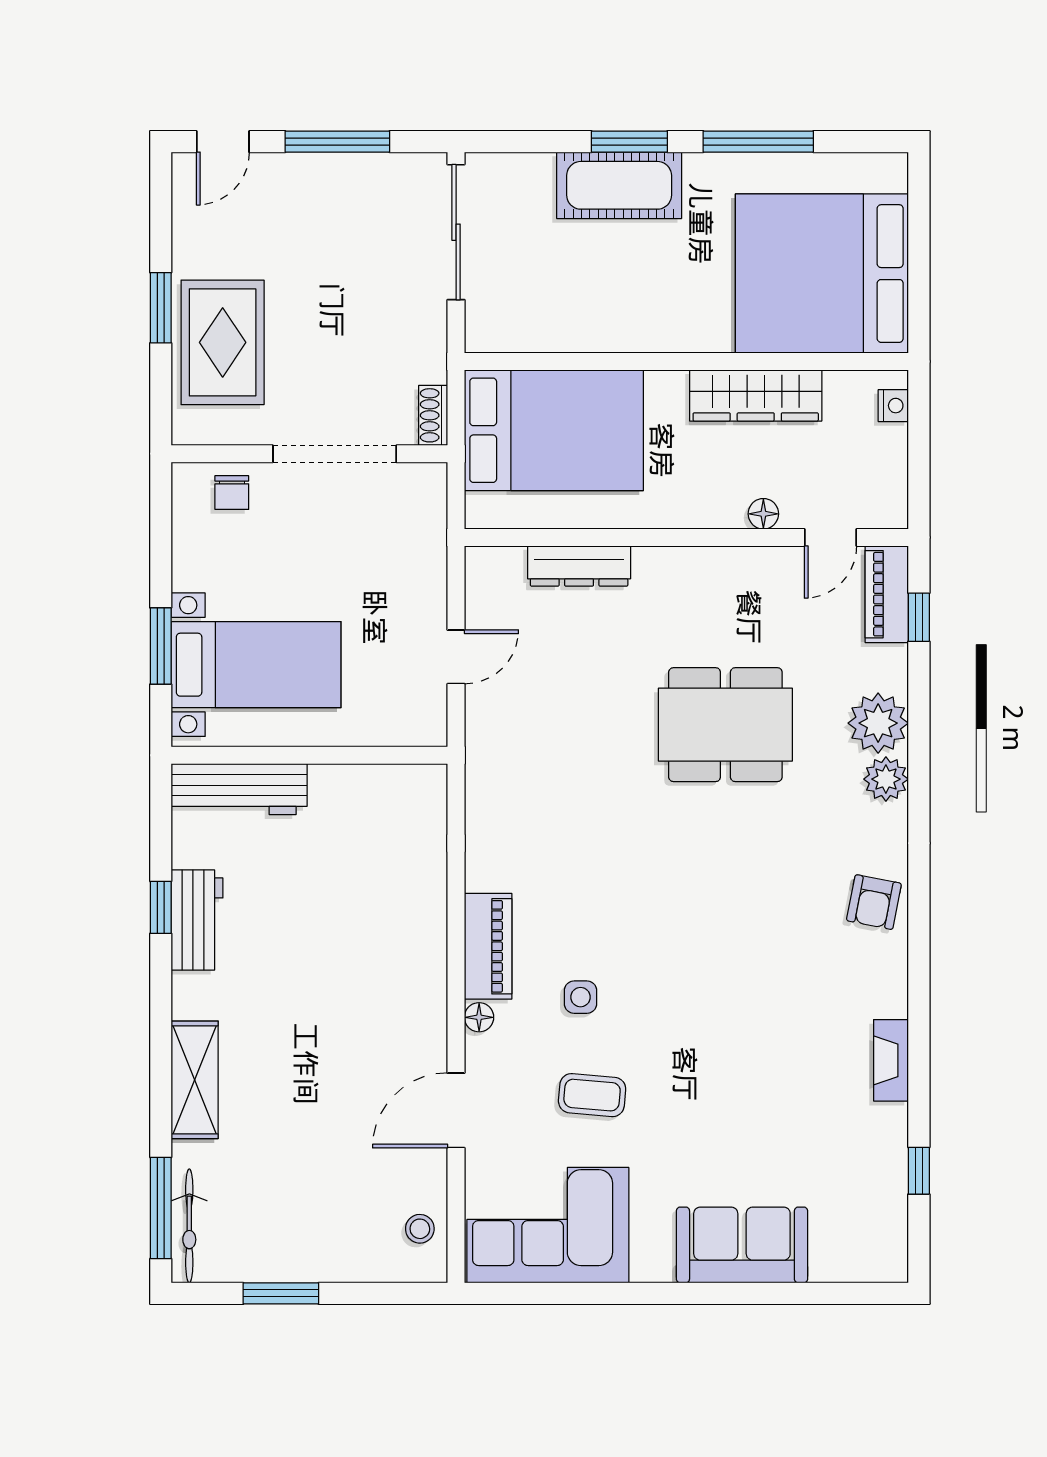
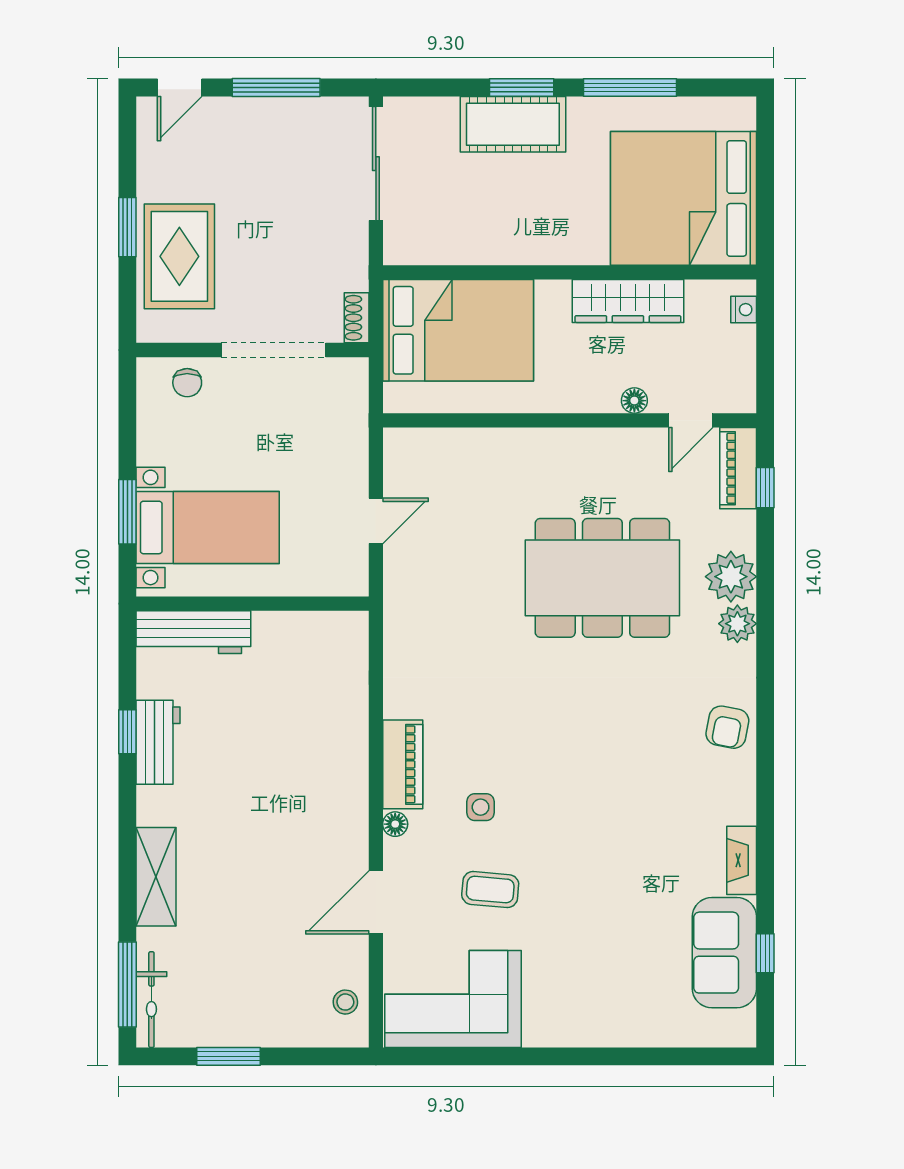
dresser: (579, 566) -> (479, 444), removed
dining table: (725, 725) -> (602, 578), width x1.36, depth x1.24
sofa: (742, 1245) -> (724, 953), moved, turned -90

